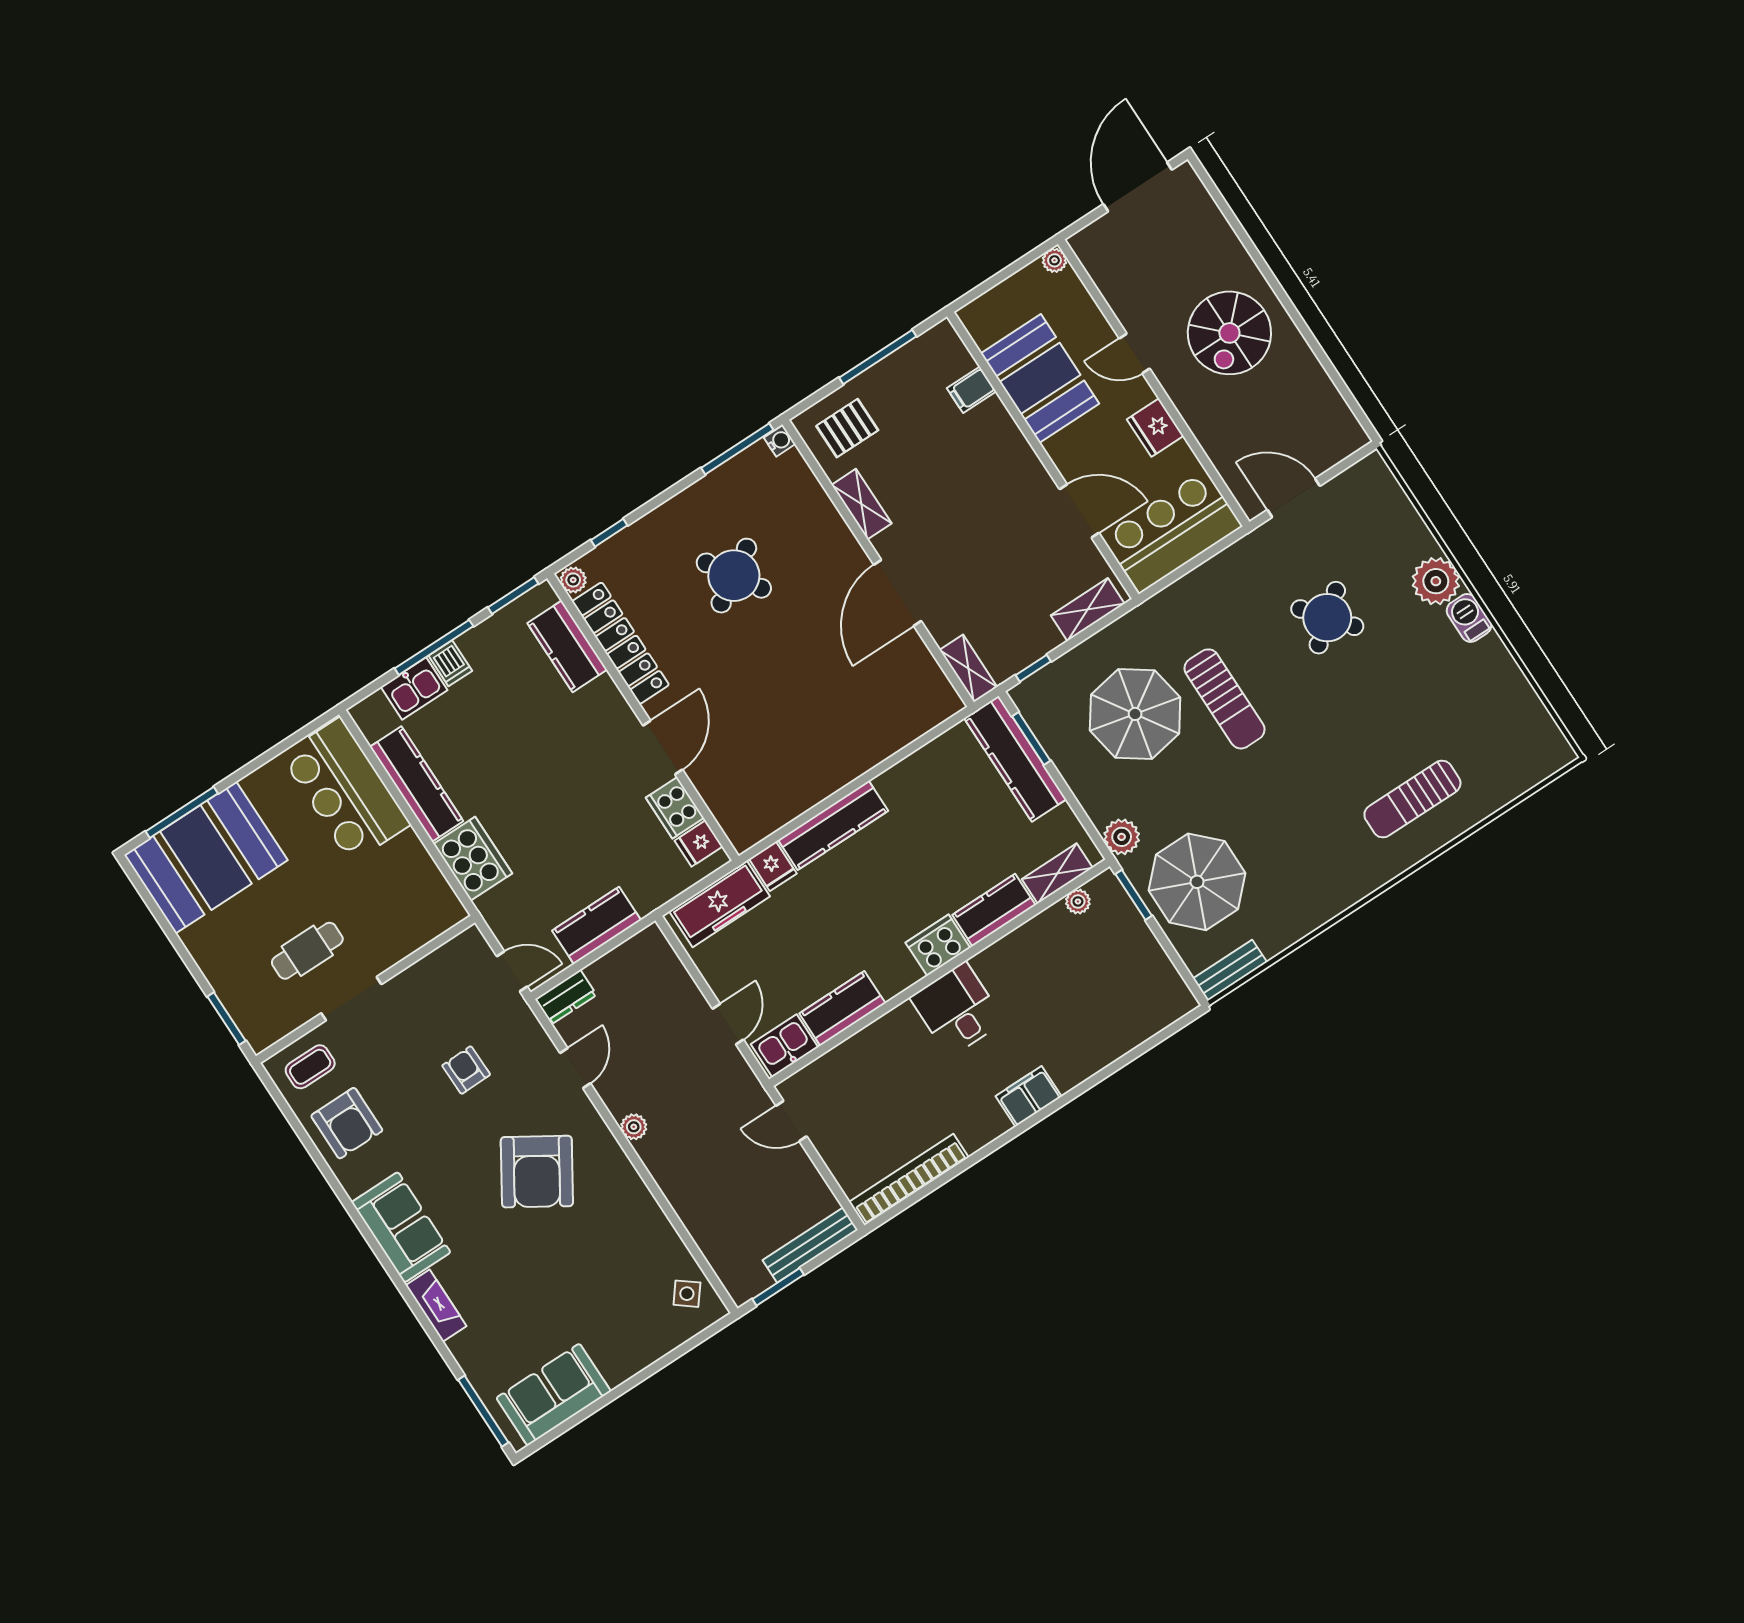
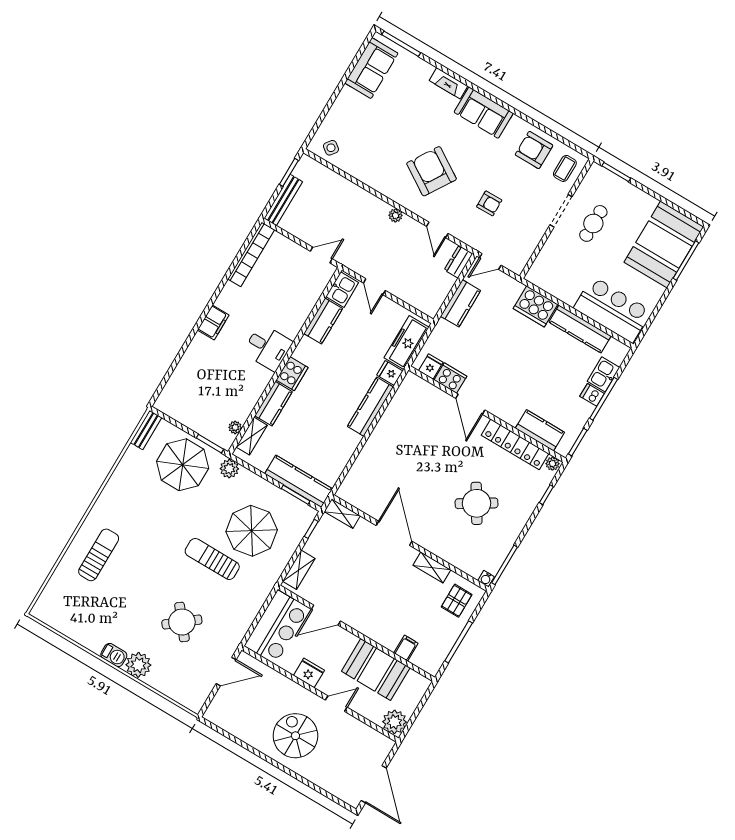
plant: (1054, 260) -> (394, 722), width x1.88, depth x1.88

